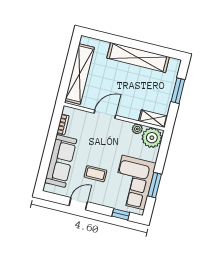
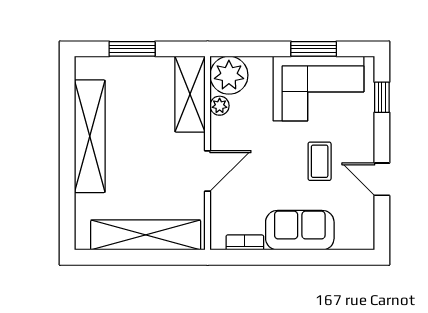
door: (105, 114) -> (208, 171), swing flipped
shelving: (153, 119) -> (190, 94), width x1.50, depth x1.33
sofa: (61, 161) -> (300, 230), width x0.73

